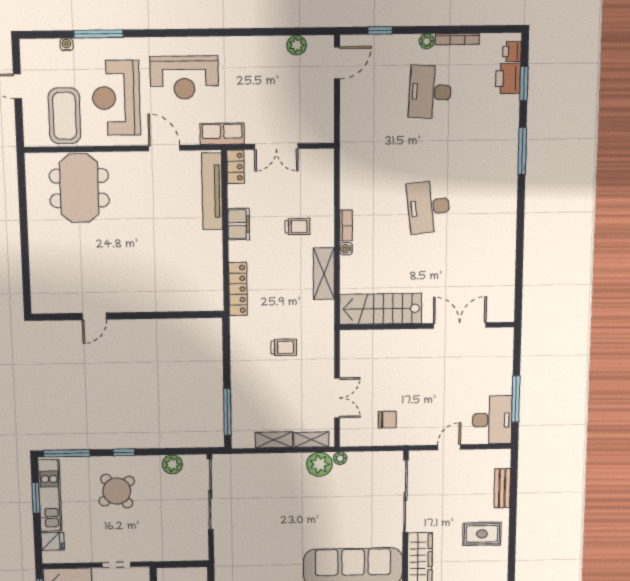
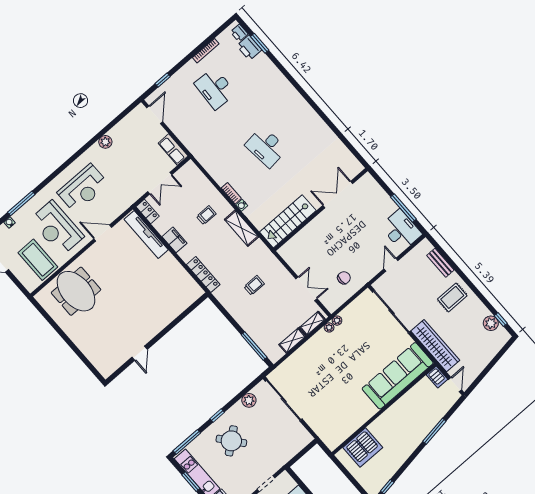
plant: (427, 41) -> (191, 65), removed
plant: (297, 45) -> (105, 142), moved
row of seats: (222, 134) -> (173, 150), moved, turned -90
window: (522, 151) -> (289, 77), removed
plant: (319, 464) -> (329, 327), width x0.53, depth x0.53

